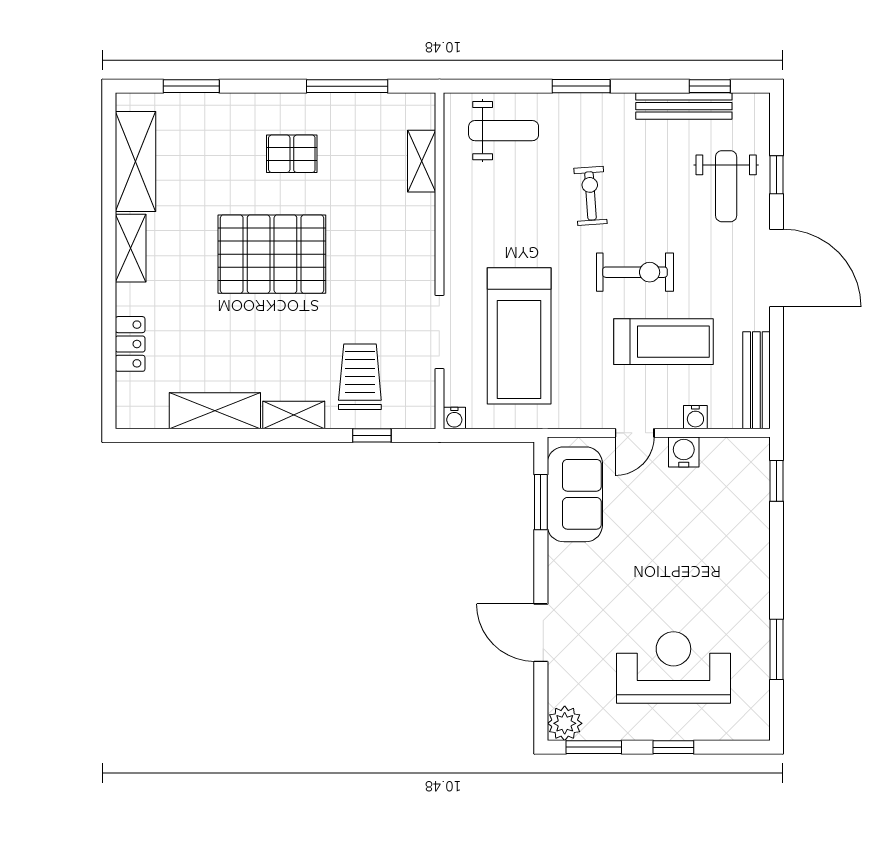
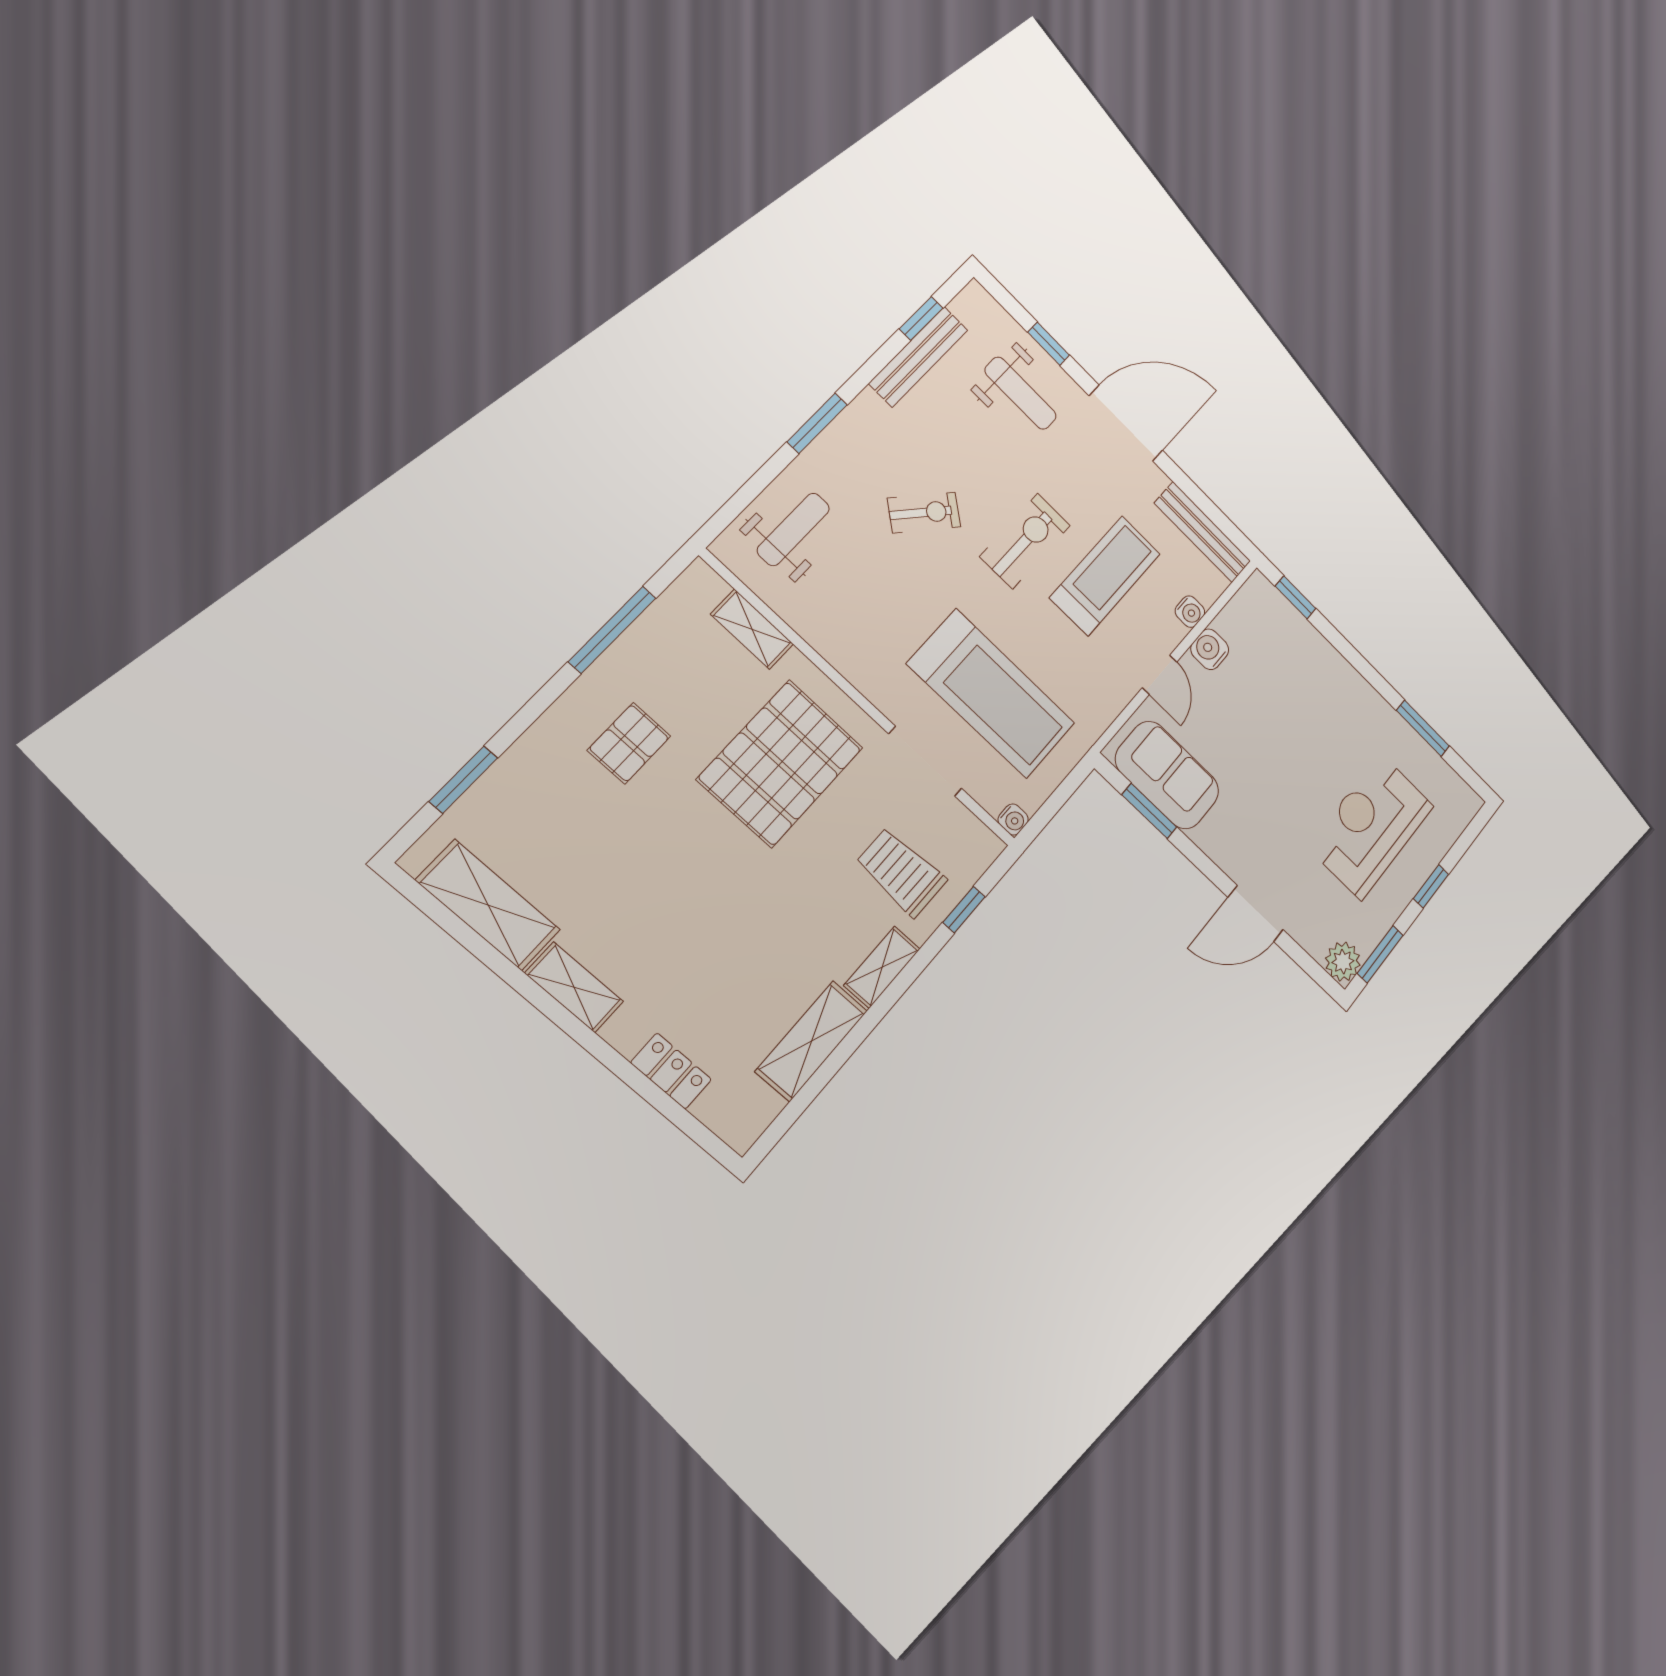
exercise bike: (591, 196) -> (924, 513), turned 133
pallet: (272, 254) -> (780, 763), moved

